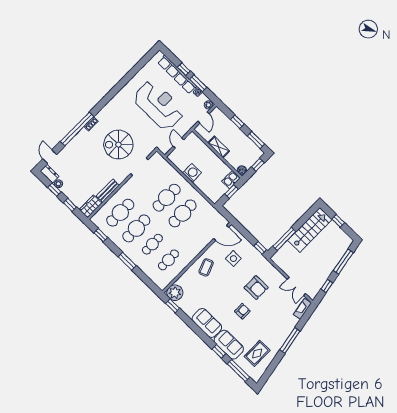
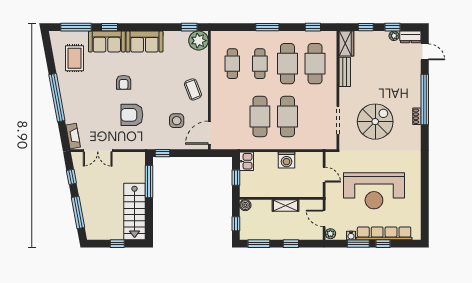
kitchen sink: (231, 180) -> (247, 161), moved
double door: (296, 286) -> (98, 151), swing flipped
window: (290, 340) -> (57, 98), width x1.46

